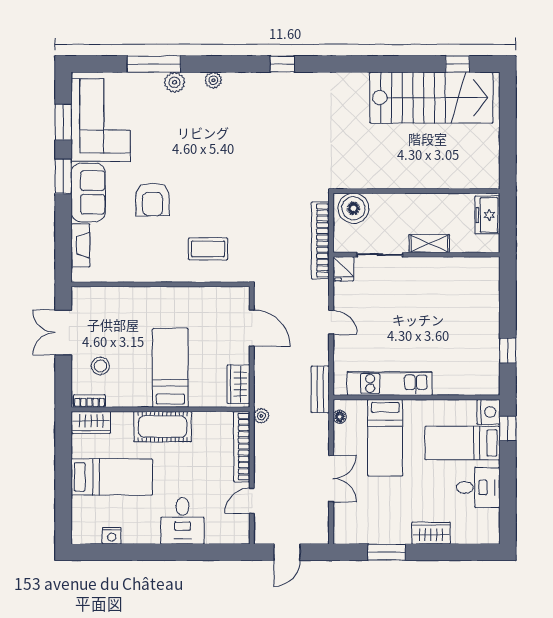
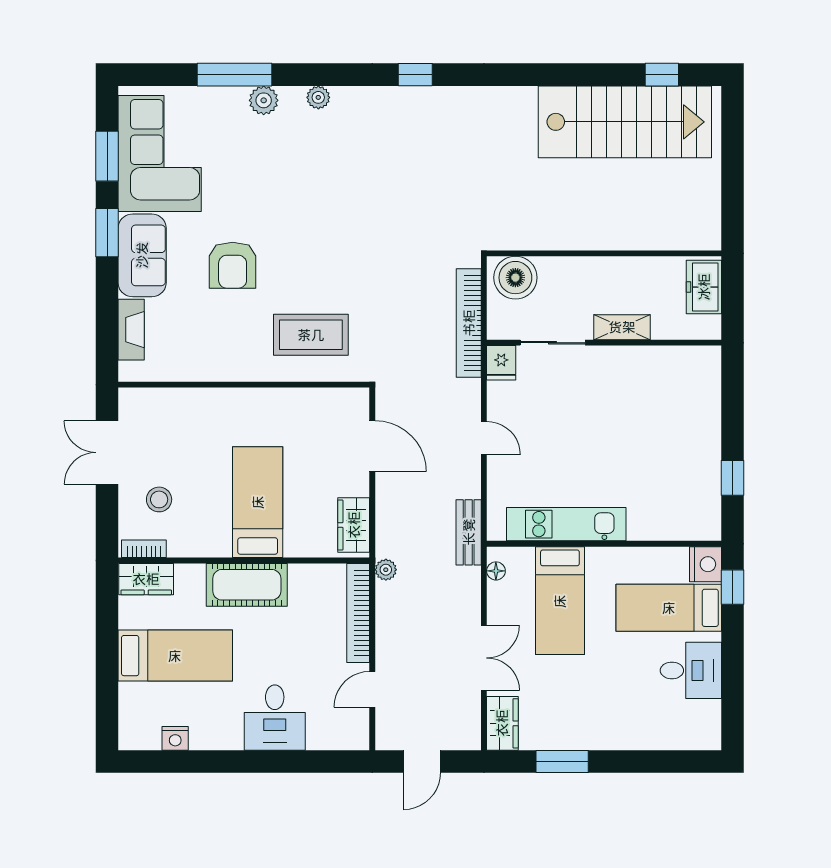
coffee table: (208, 249) -> (311, 335), width x1.36, depth x1.32
wardrobe: (431, 533) -> (502, 723), moved, turned 90

